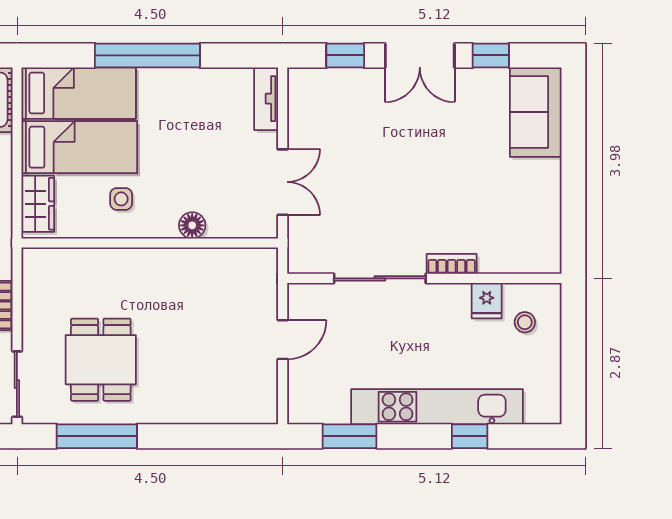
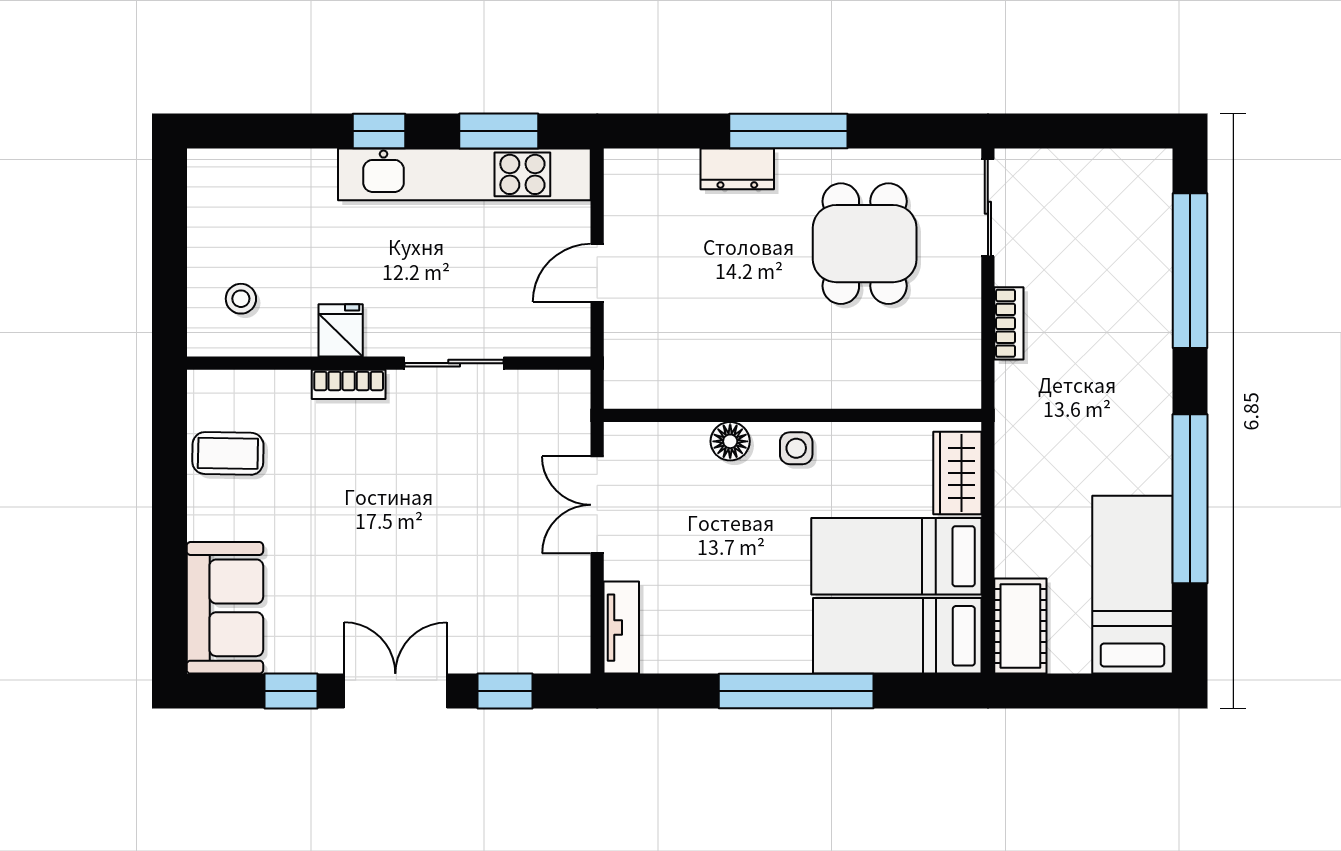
side table: (121, 199) -> (796, 448), moved
coffee table: (534, 217) -> (228, 453), added
sliding door: (380, 278) -> (454, 363), width x0.73
fridge: (487, 301) -> (341, 330), moved
kitchen unit: (437, 407) -> (464, 174), moved
dresser: (187, 410) -> (737, 169), added
window: (97, 436) -> (788, 131), moved
window: (470, 436) -> (379, 131), moved

